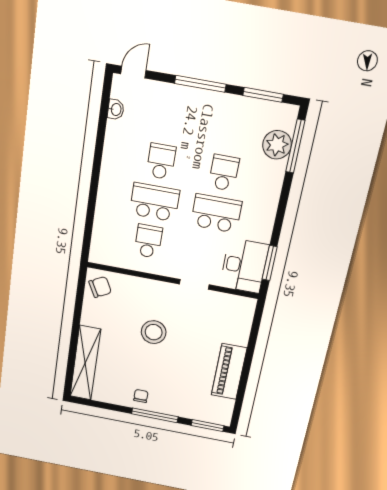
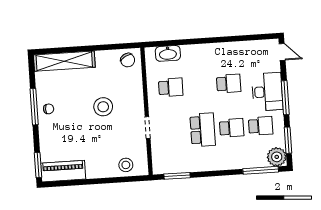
washbasin: (116, 109) -> (168, 53), moved, width x1.91, depth x1.45
plant: (277, 145) -> (277, 157), moved
school desk: (155, 202) -> (261, 126), moved, width x0.54
desk: (244, 266) -> (267, 92), moved, turned -90
stool: (236, 324) -> (126, 165), added
piano: (229, 372) -> (63, 171), moved
window: (155, 415) -> (34, 107), moved

